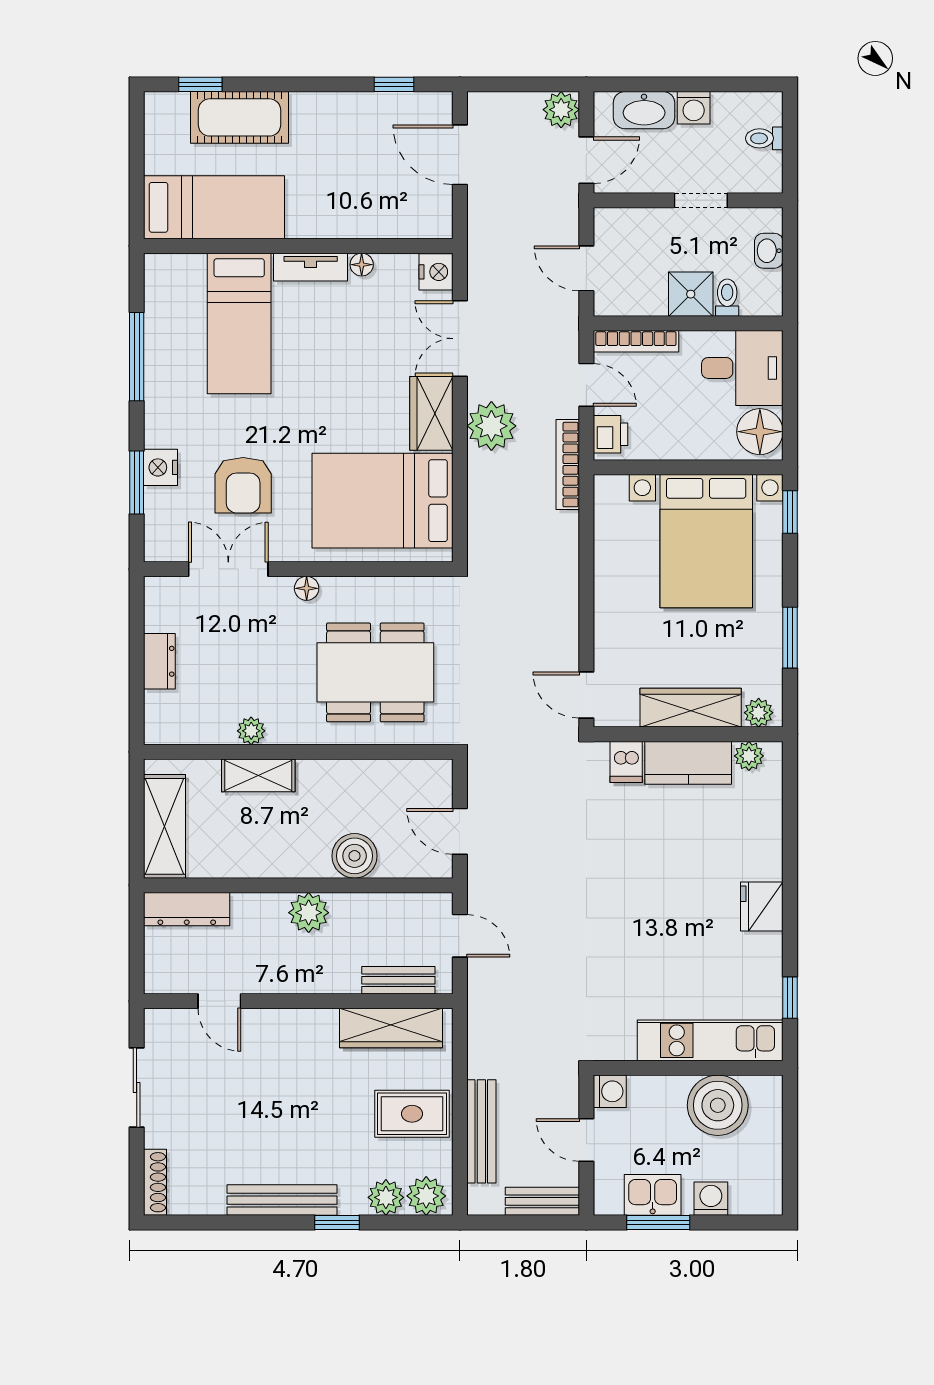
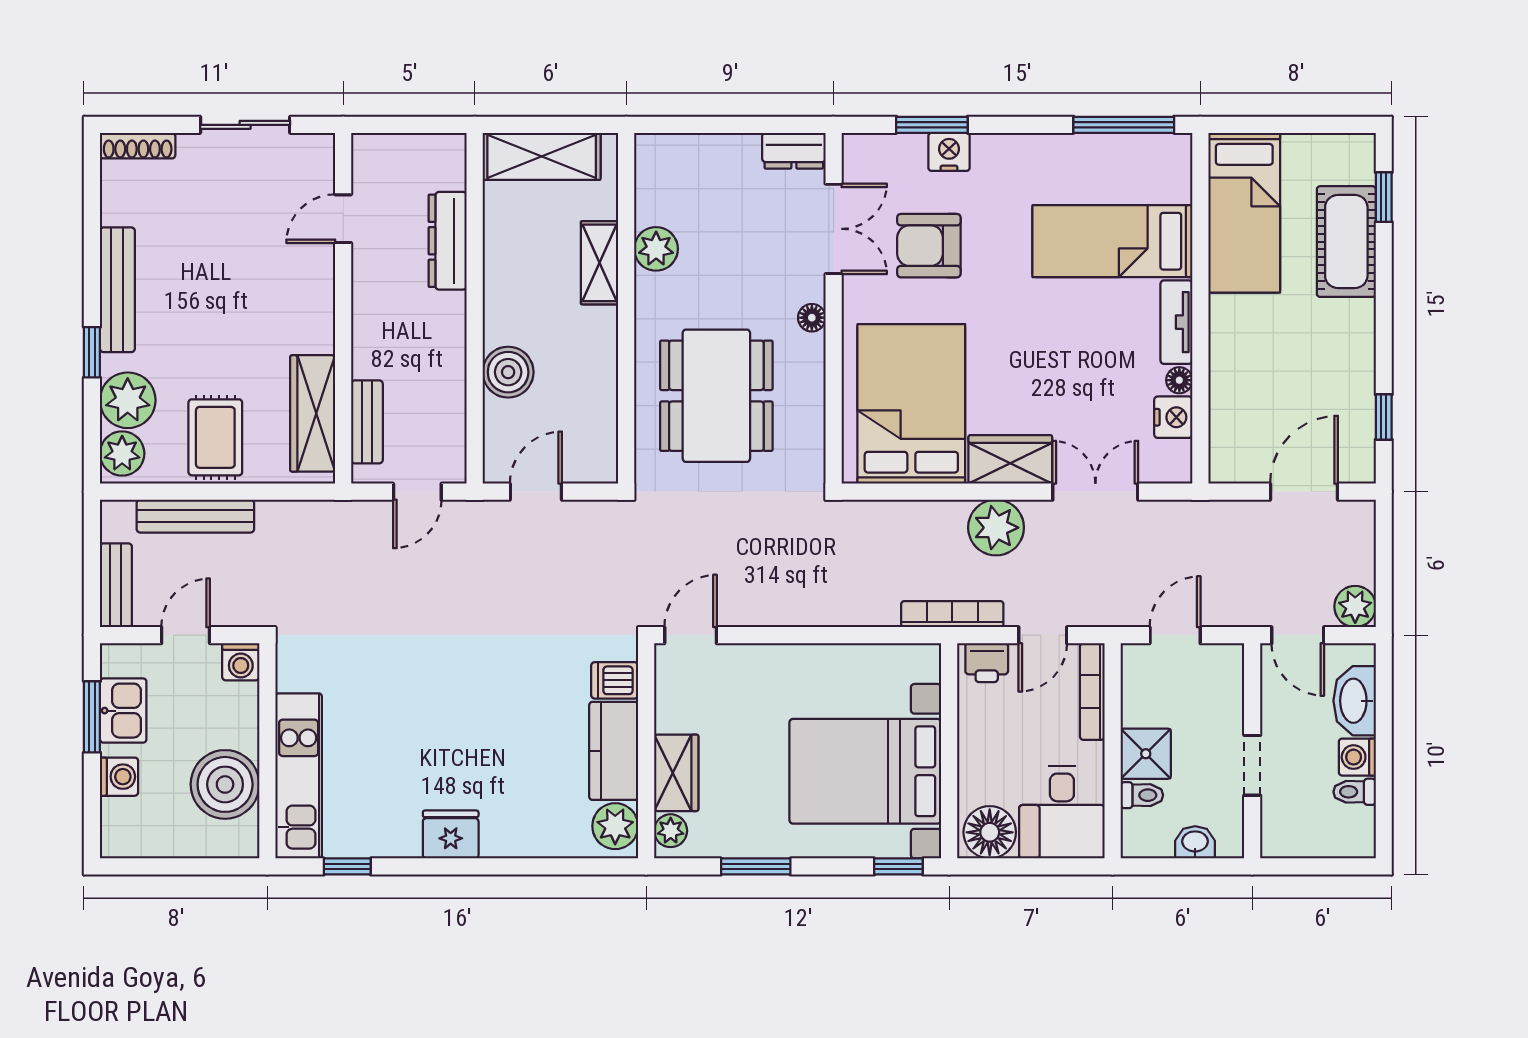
toilet: (764, 138) -> (1355, 792), moved, turned -90
nightstand: (436, 272) -> (1173, 417), moved, turned -90
window: (137, 357) -> (1124, 125), moved
dresser: (159, 661) -> (794, 151), moved
wardrobe: (691, 708) -> (676, 773), width x0.67
plant: (251, 731) -> (656, 249), width x1.38, depth x1.38
plant: (749, 756) -> (615, 826), width x1.38, depth x1.38
dresser: (187, 909) -> (448, 241), moved
plant: (309, 913) -> (444, 320), removed
plant: (386, 1197) -> (128, 400), width x1.36, depth x1.36

